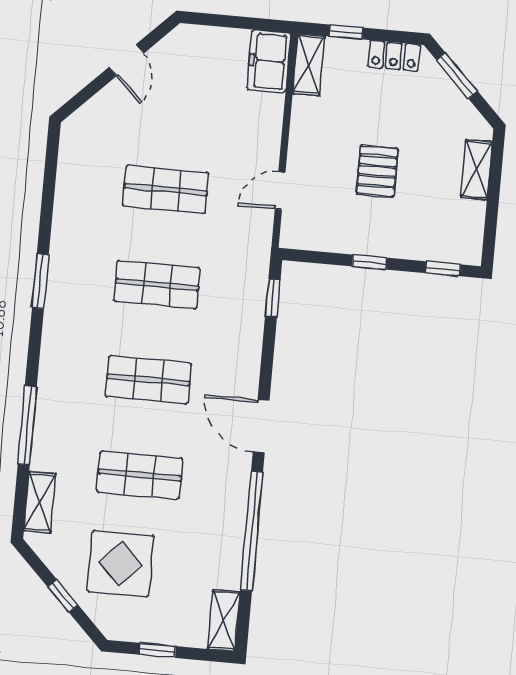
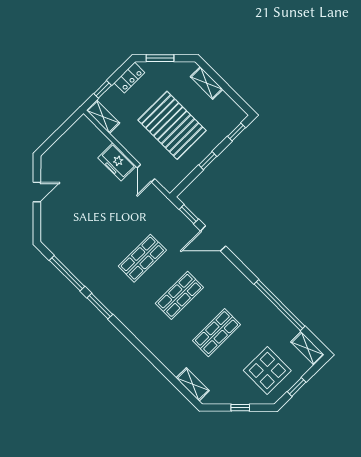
door: (126, 60) -> (37, 192), hinge flipped
freezer: (269, 61) -> (117, 162), moved
pallet: (377, 171) -> (172, 125), width x2.05, depth x2.00
shop shelf: (166, 189) -> (105, 221), removed
window: (27, 425) -> (67, 273), moved
door: (261, 426) -> (213, 238), moved
display table: (121, 564) -> (267, 371), moved

